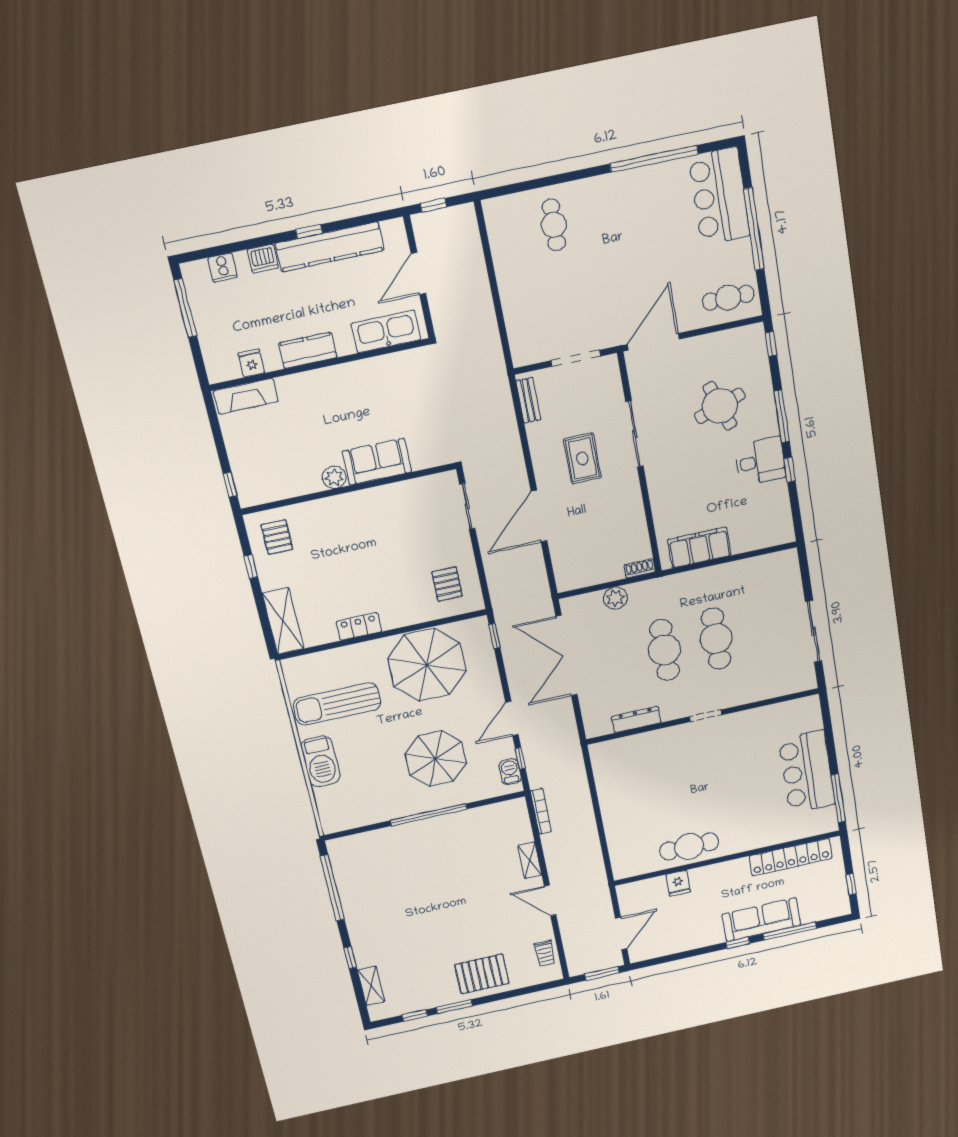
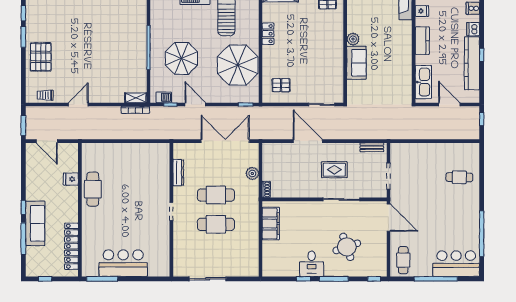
shelving: (530, 860) -> (136, 98), moved

